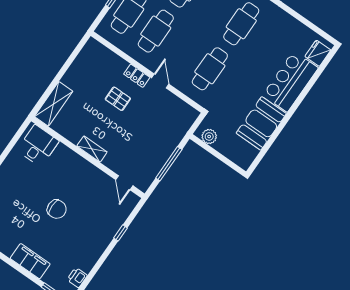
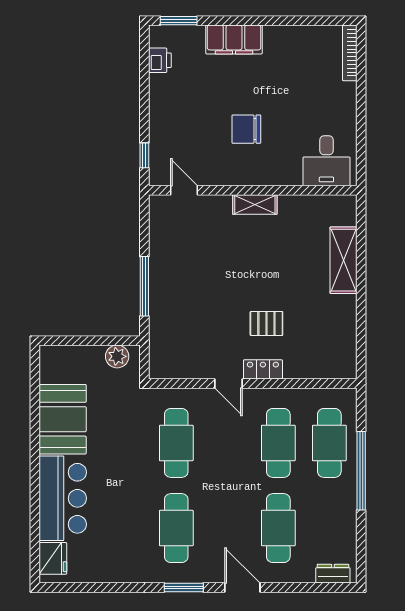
desk: (38, 146) -> (326, 161), moved
shelving: (92, 149) -> (255, 204), moved
wall: (88, 157) -> (253, 190), moved
door: (124, 183) -> (184, 190), moved

